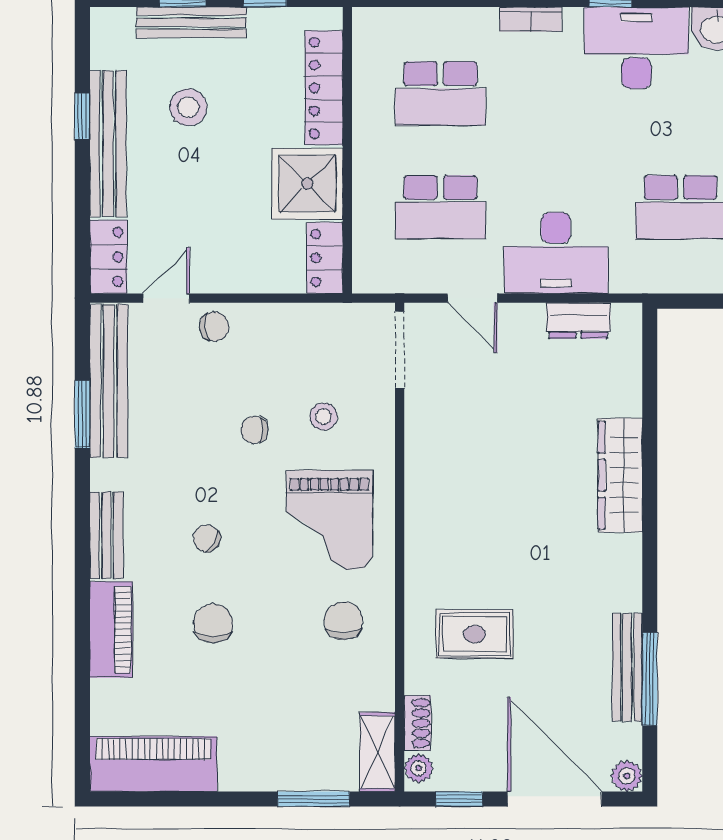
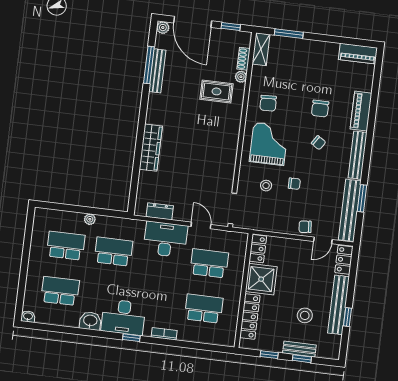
bench: (191, 22) -> (299, 349), width x0.73
bench: (106, 535) -> (358, 155), width x1.36
piano: (153, 764) -> (358, 54), width x0.73, depth x0.75
plant: (419, 768) -> (241, 77), moved

